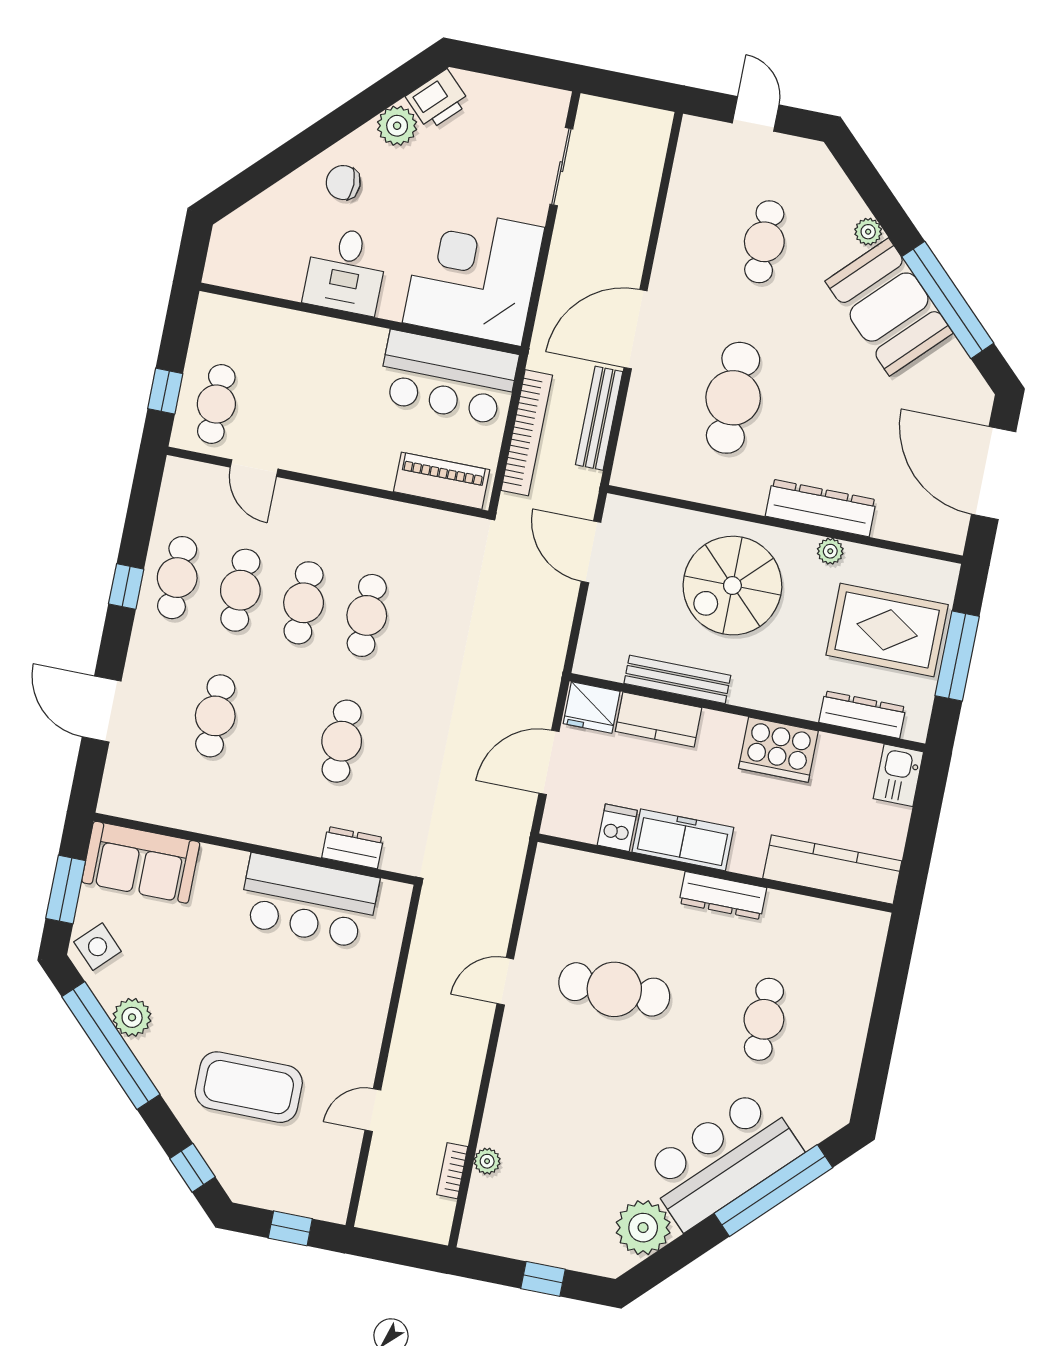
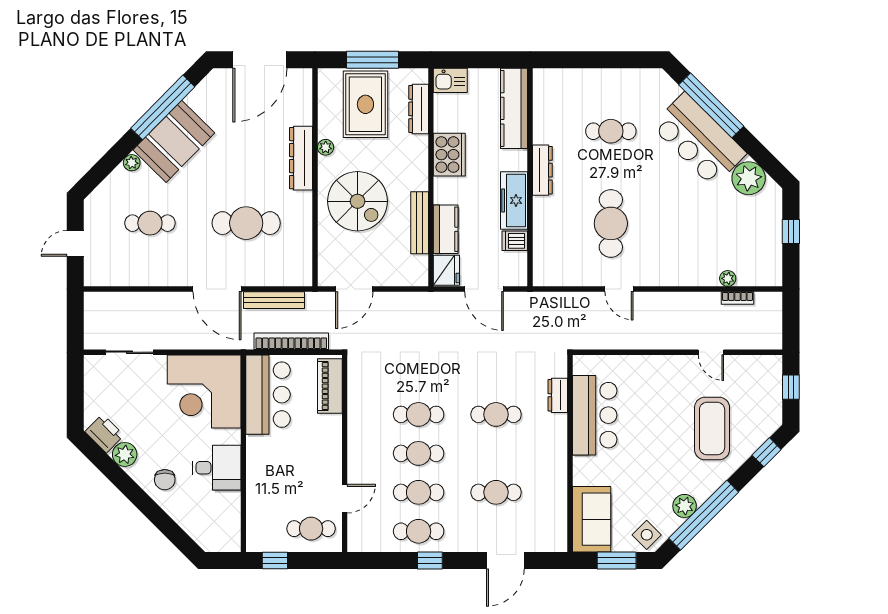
window: (165, 391) -> (275, 560), moved

